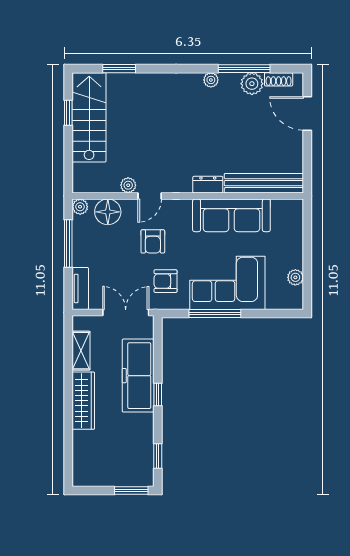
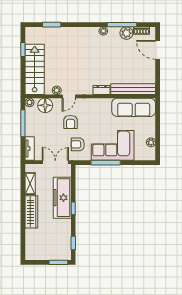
stairs: (89, 117) -> (35, 69), moved
sofa: (231, 215) -> (134, 107), moved

